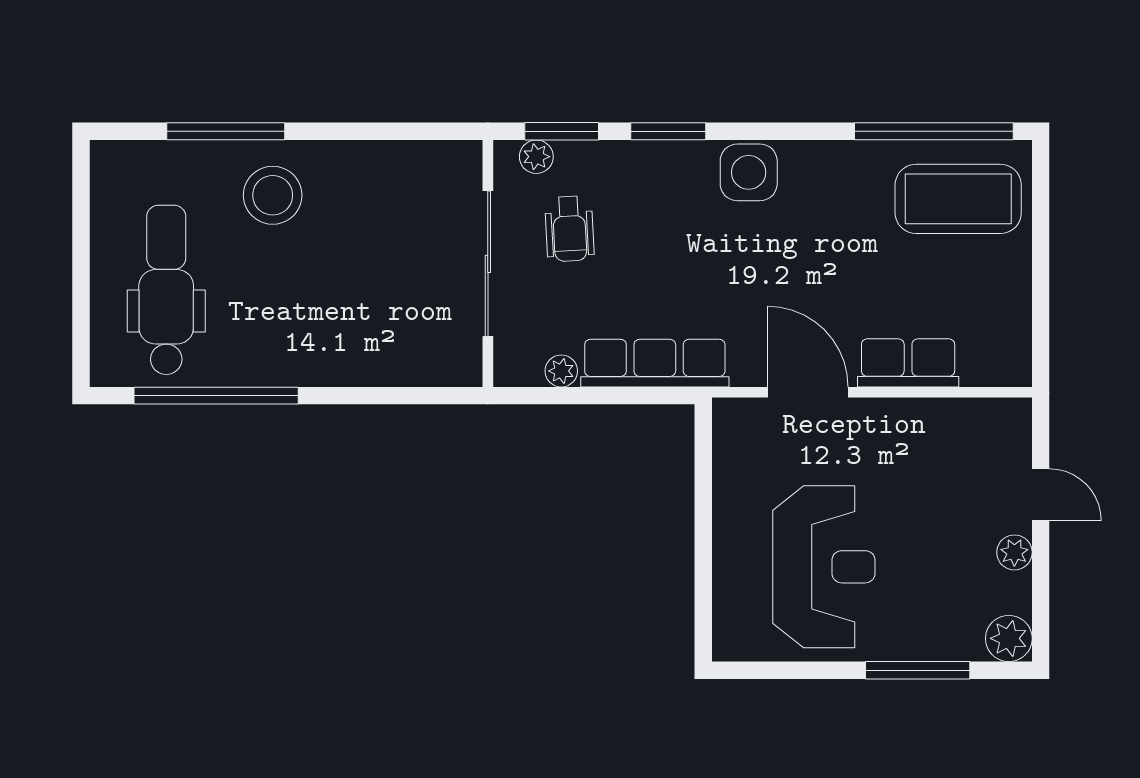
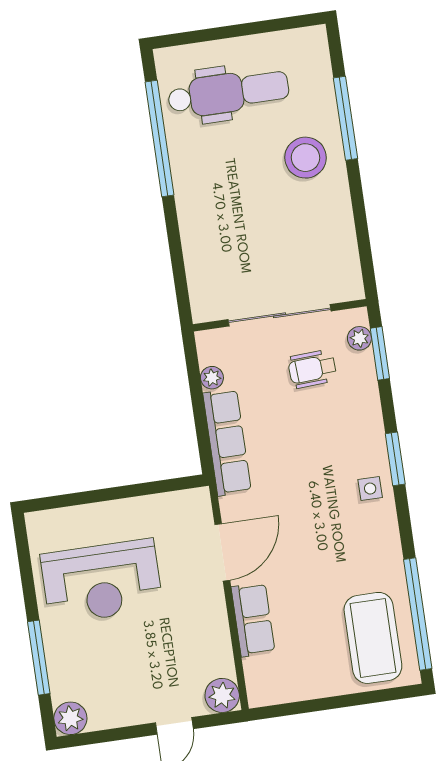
window: (668, 131) -> (395, 459), moved
side table: (749, 172) -> (370, 489), width x0.54, depth x0.54
plant: (1014, 552) -> (222, 695), moved, width x1.38, depth x1.38

